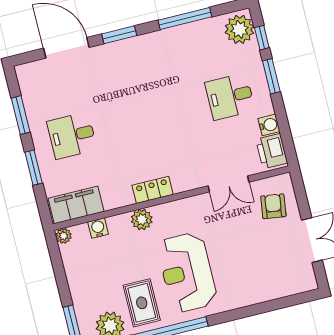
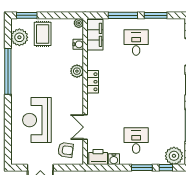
window: (34, 168) -> (123, 15), width x1.44
reception desk: (187, 272) -> (37, 120), moved, turned -90
rug: (142, 303) -> (43, 34), moved, turned 90

